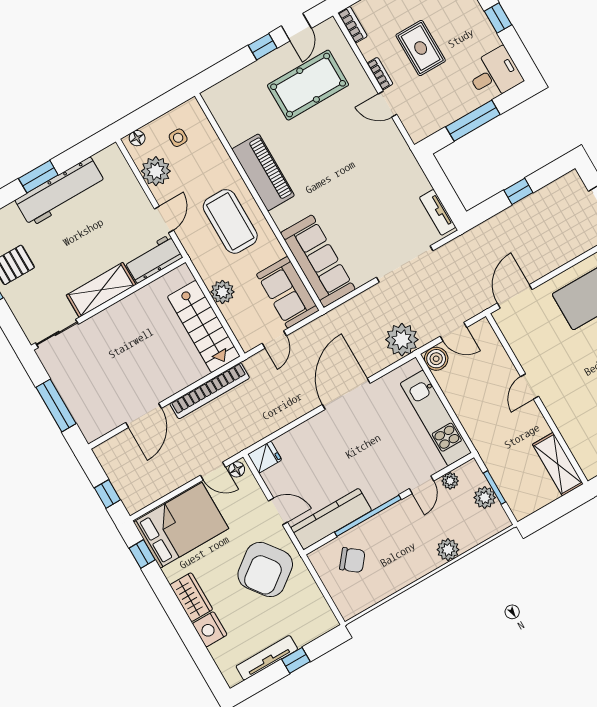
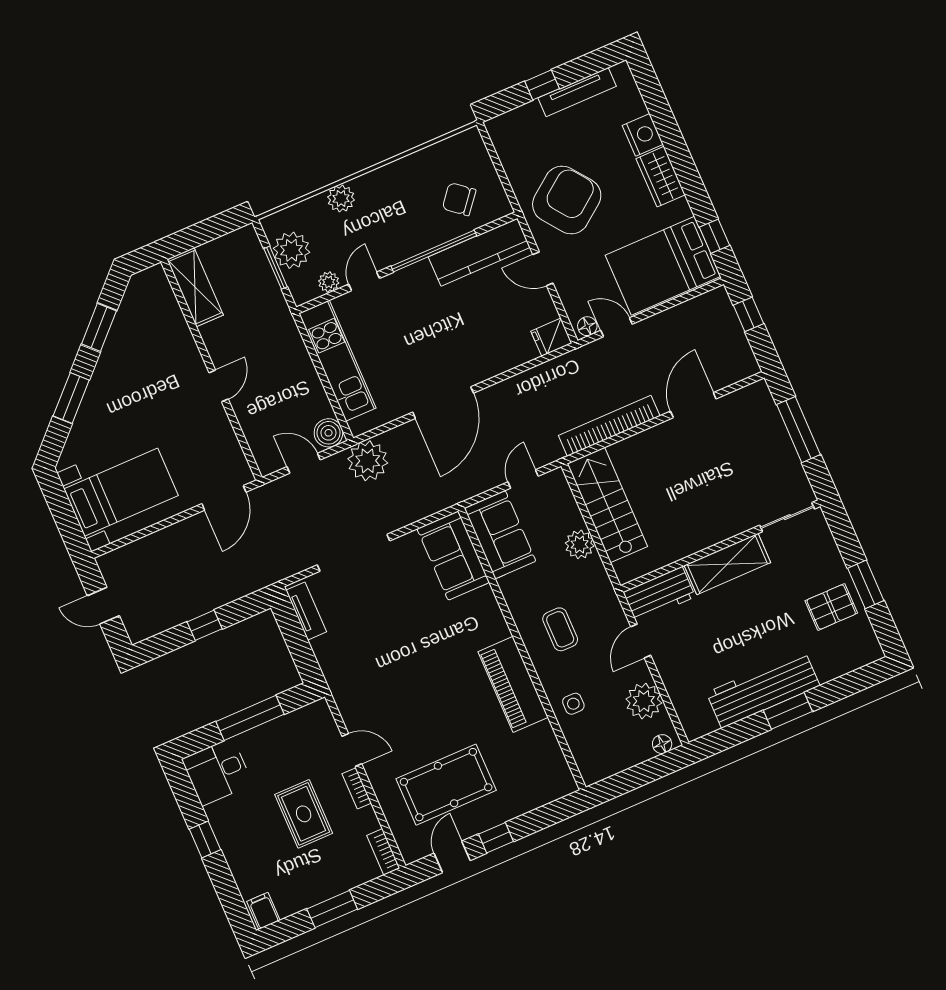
side table: (178, 138) -> (573, 704), moved
coffee table: (230, 221) -> (560, 629), width x0.54, depth x0.58
sofa: (318, 261) -> (453, 556), width x0.73
plant: (485, 498) -> (291, 250), width x1.36, depth x1.36

